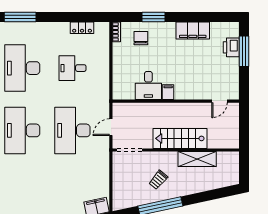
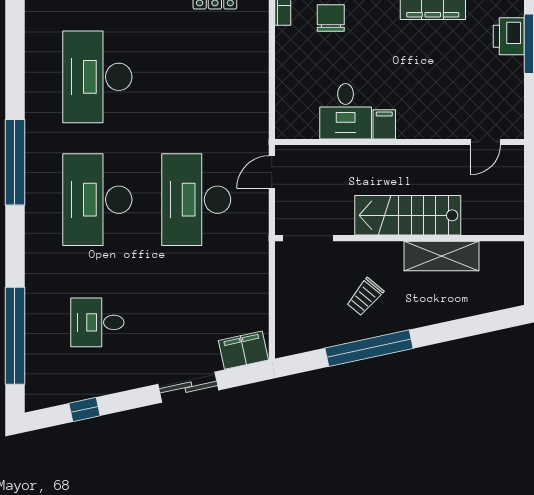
desk: (72, 68) -> (97, 322), moved
door: (111, 127) -> (272, 172), moved

